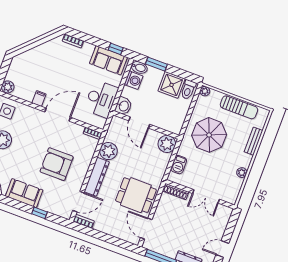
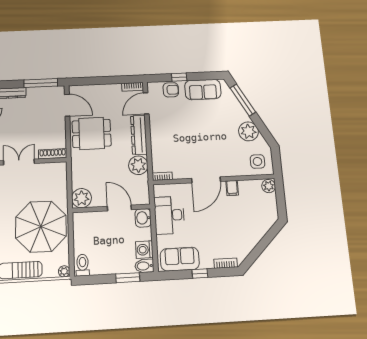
window: (116, 49) -> (200, 274), moved
shower: (172, 85) -> (102, 262), removed
parasol: (209, 135) -> (41, 227), width x1.36, depth x1.36
armchair: (57, 164) -> (171, 90), moved, width x0.53, depth x0.53
barbecue: (179, 165) -> (60, 182), removed

